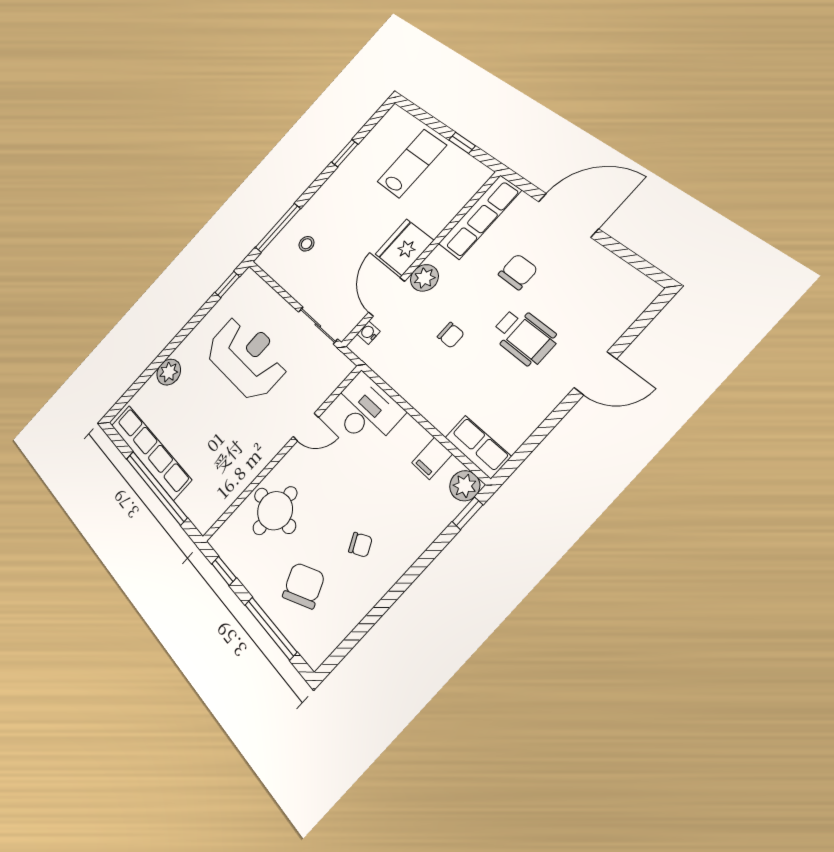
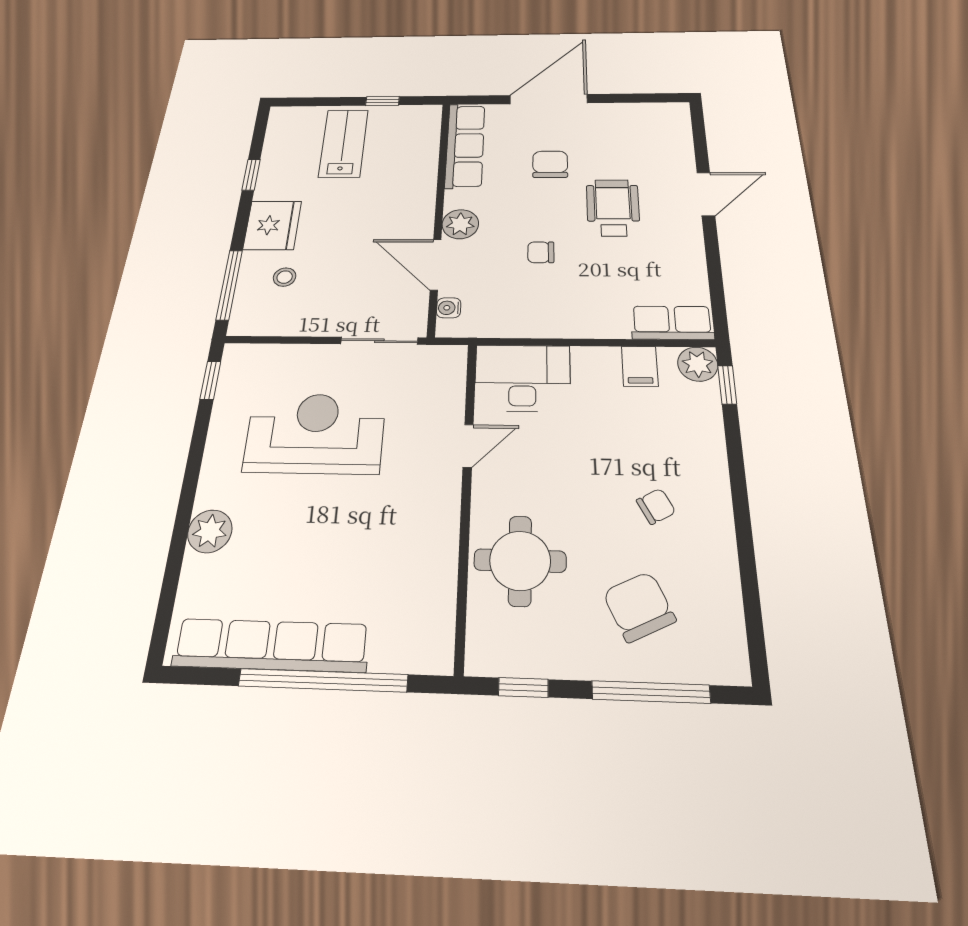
fridge: (404, 247) -> (272, 225), moved, turned 180
chair: (451, 335) -> (541, 252), turned 180
wheelchair: (524, 336) -> (613, 208), turned -90

